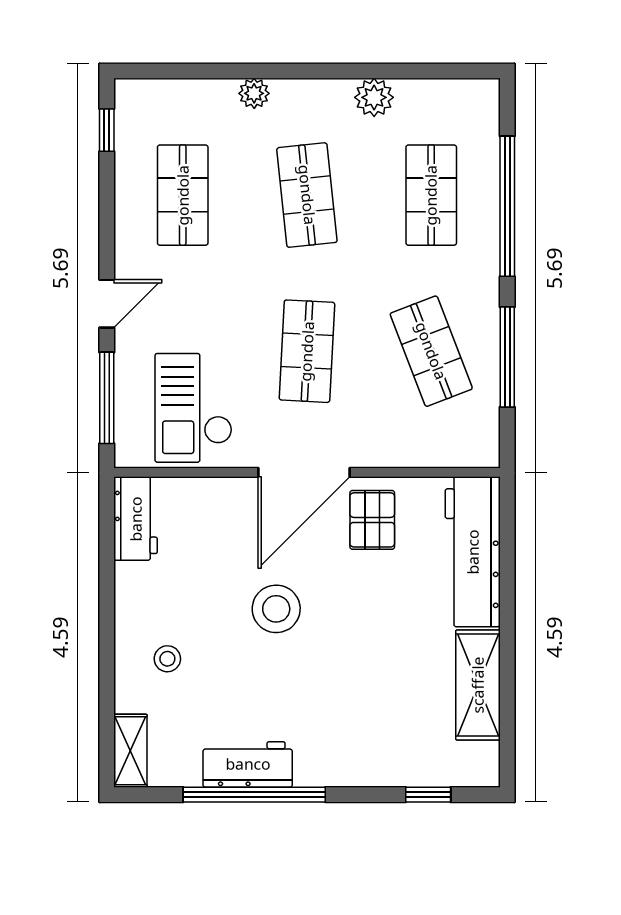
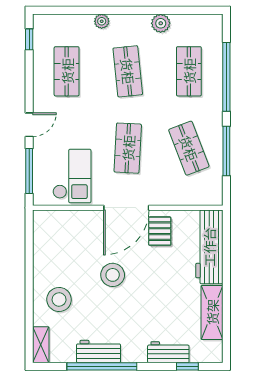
checkout: (194, 408) -> (72, 176), turned 180
workbench: (136, 519) -> (168, 352), moved, turned -90
stool: (167, 659) -> (59, 299), width x1.89, depth x1.89

